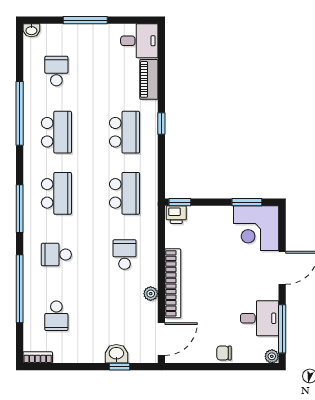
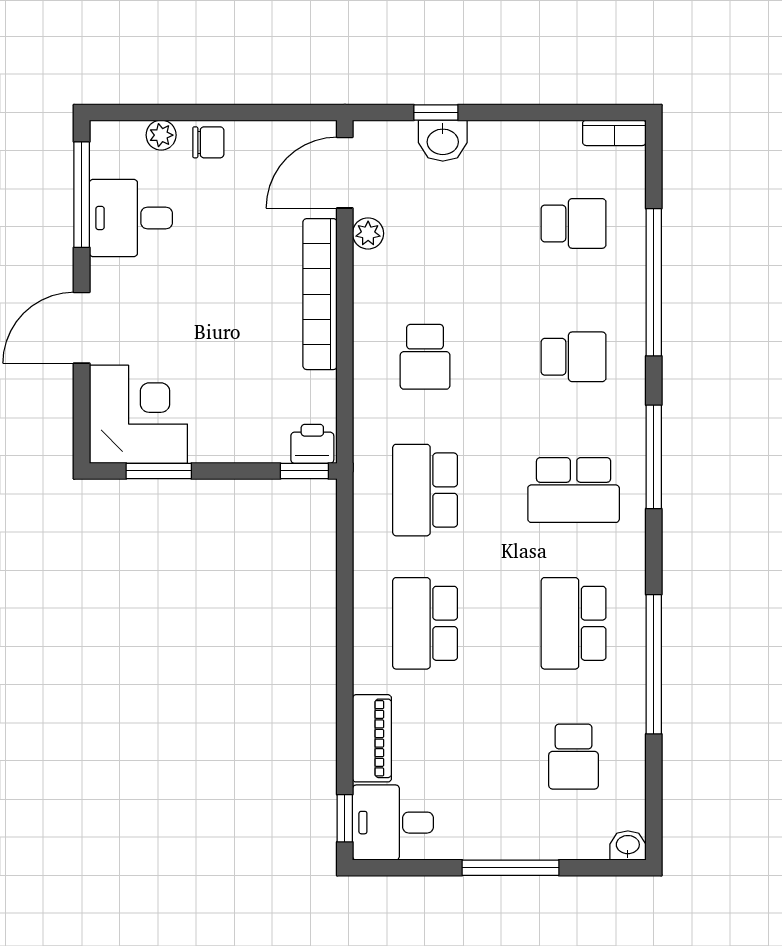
window: (161, 124) -> (345, 818), moved
school desk: (56, 193) -> (574, 490), turned -90
plant: (151, 294) -> (368, 233), moved
school desk: (56, 316) -> (574, 223), turned 90
plant: (272, 356) -> (161, 135), moved

